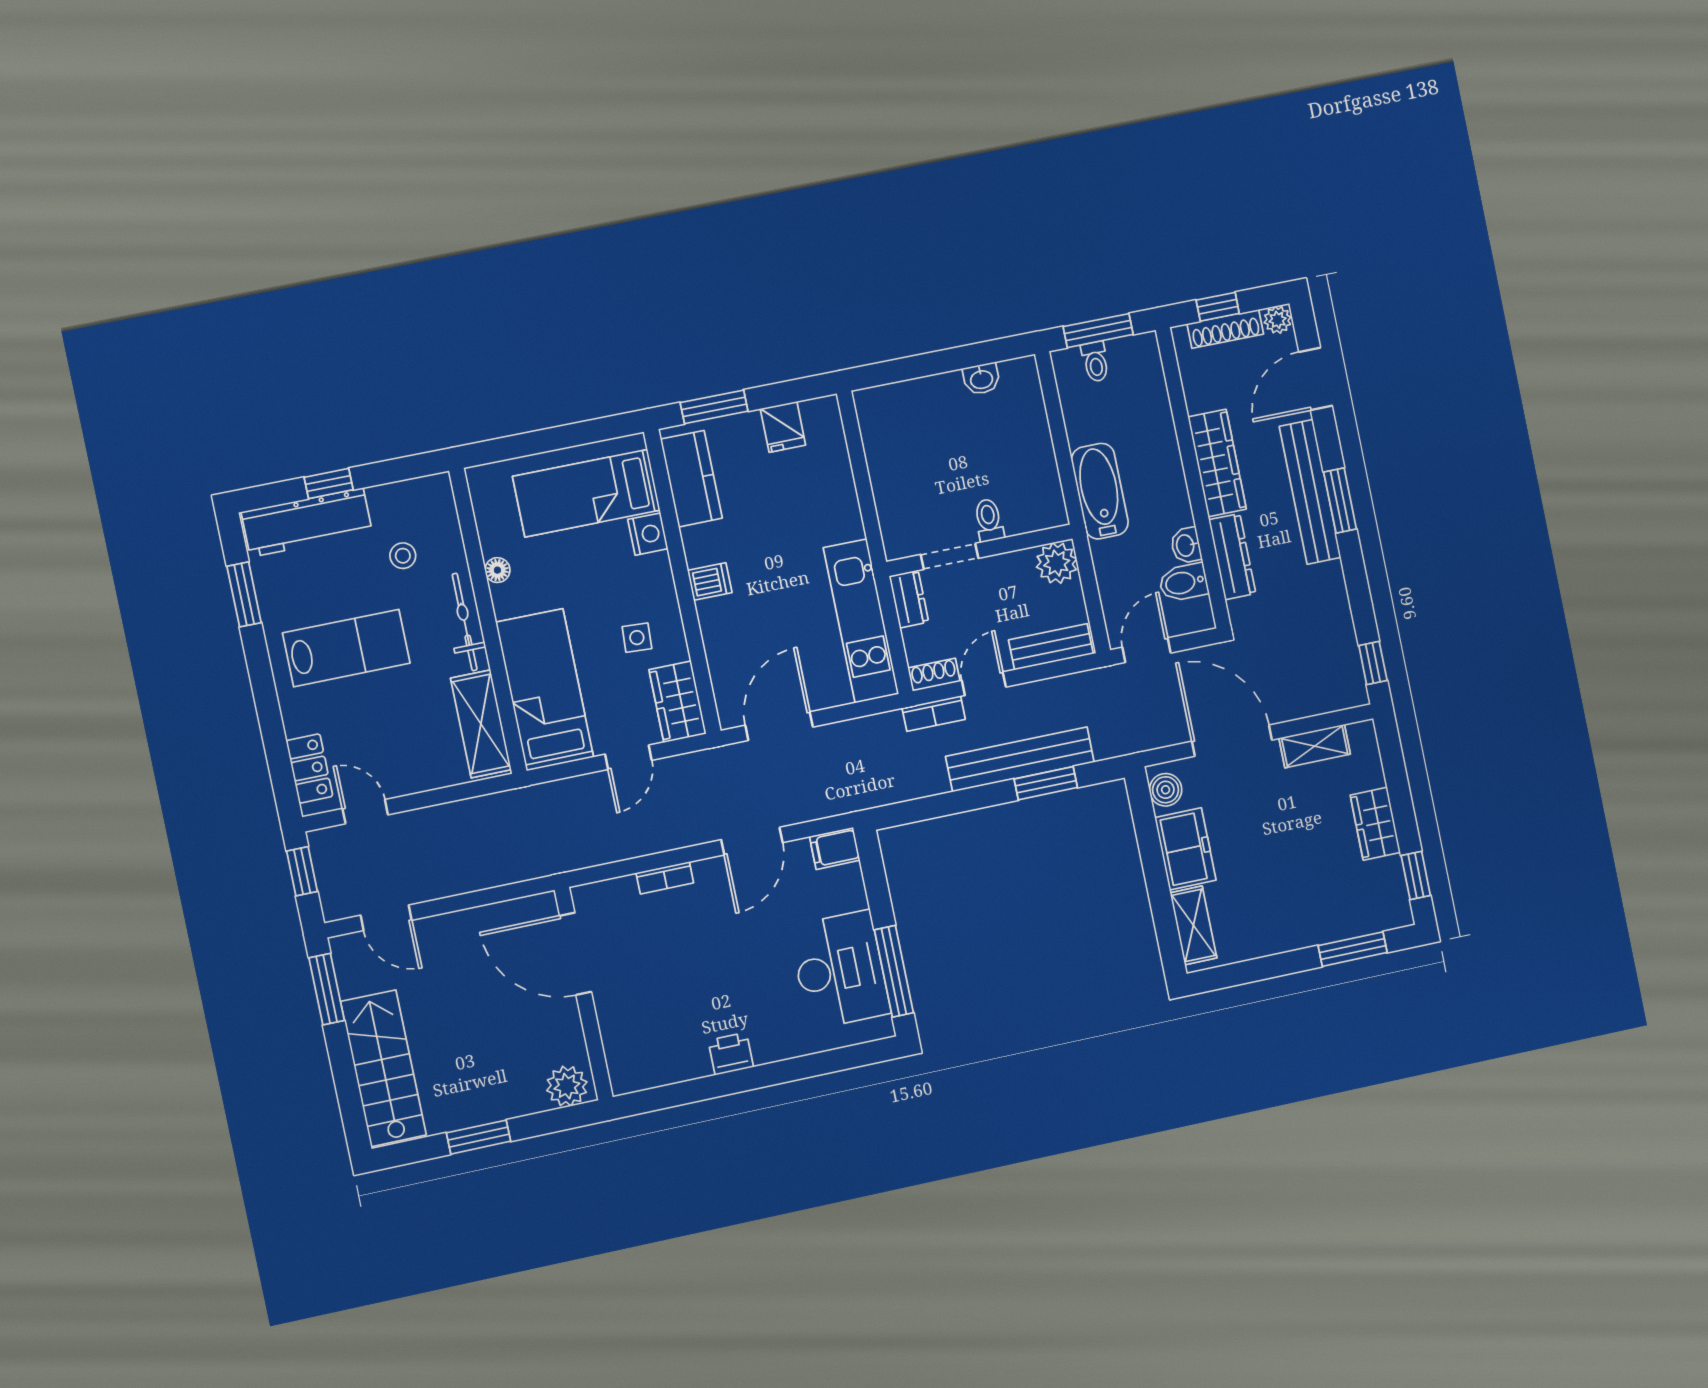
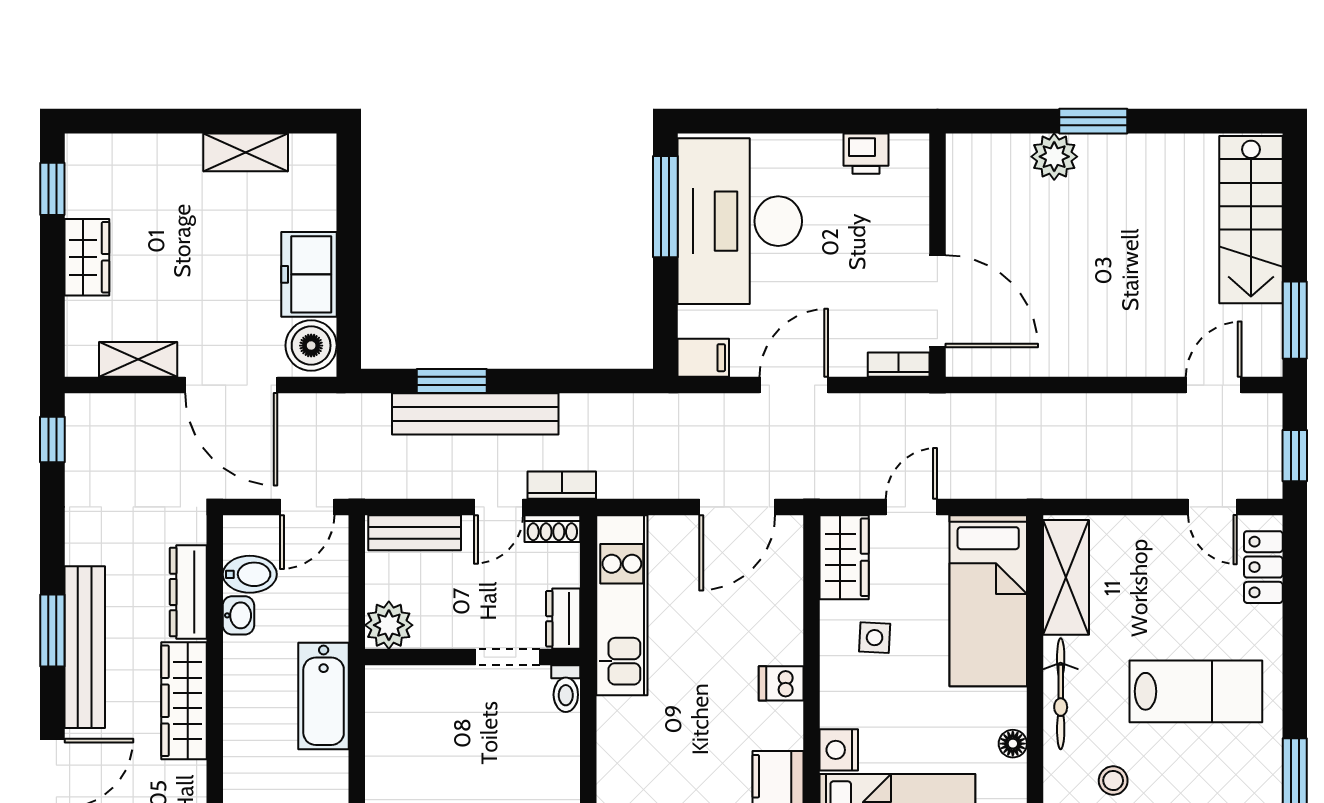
toilet: (989, 520) -> (566, 689), moved
lab bench: (346, 648) -> (1196, 691), turned 180
boiler: (1166, 790) -> (311, 346), width x1.36, depth x1.36
door: (386, 918) -> (1214, 385), hinge flipped
shelving: (1193, 925) -> (246, 152), moved, turned 90
window: (1353, 949) -> (142, 121), removed
door: (575, 954) -> (937, 301), moved
desk: (840, 970) -> (740, 221), width x1.36, depth x1.30
wall: (584, 994) -> (937, 255), moved
window: (479, 1137) -> (1093, 121), moved

